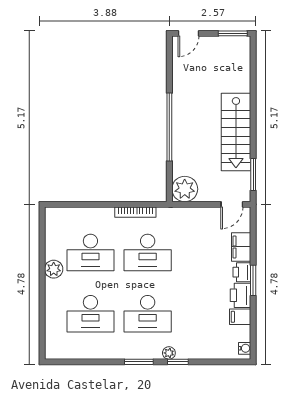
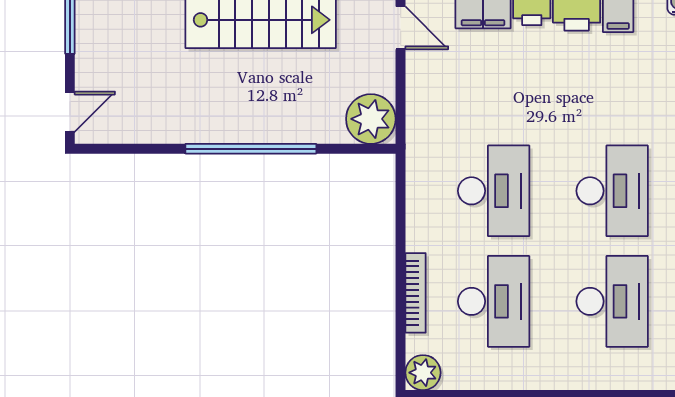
door: (188, 33) -> (70, 112), hinge flipped
bookcase: (135, 212) -> (416, 293), moved
plant: (54, 269) -> (423, 373), moved

